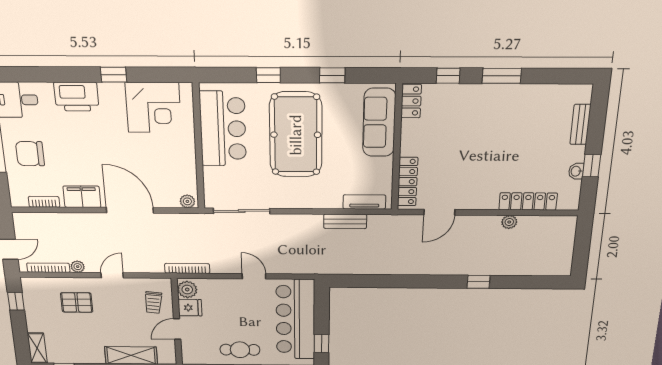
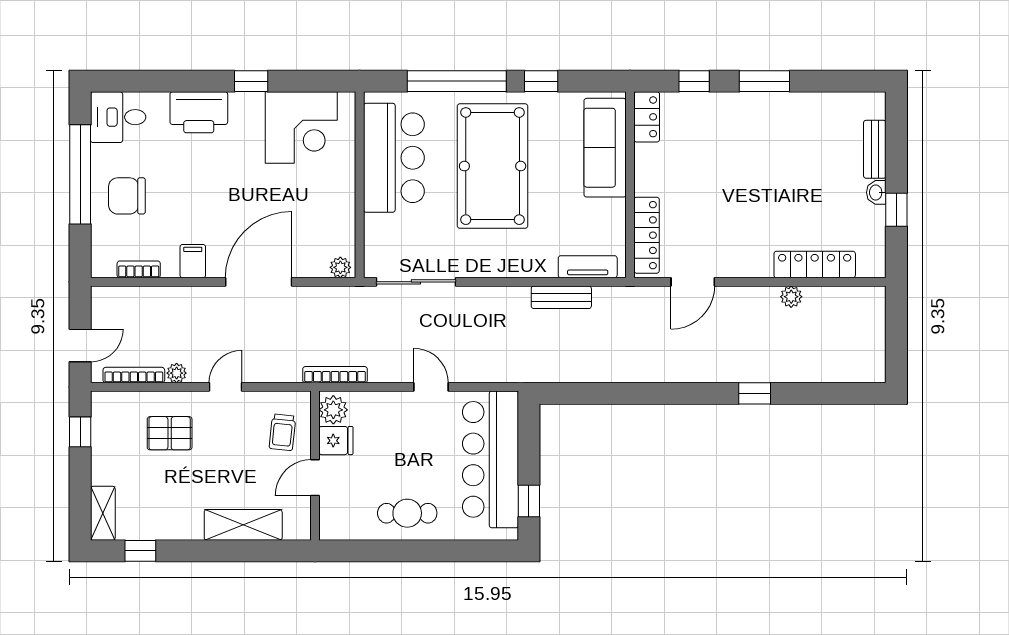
window: (268, 75) -> (457, 81), width x3.17
washbasin: (576, 171) -> (876, 192), moved
filing cabinet: (82, 197) -> (193, 261), width x0.50
door: (130, 210) -> (259, 282), hinge flipped

